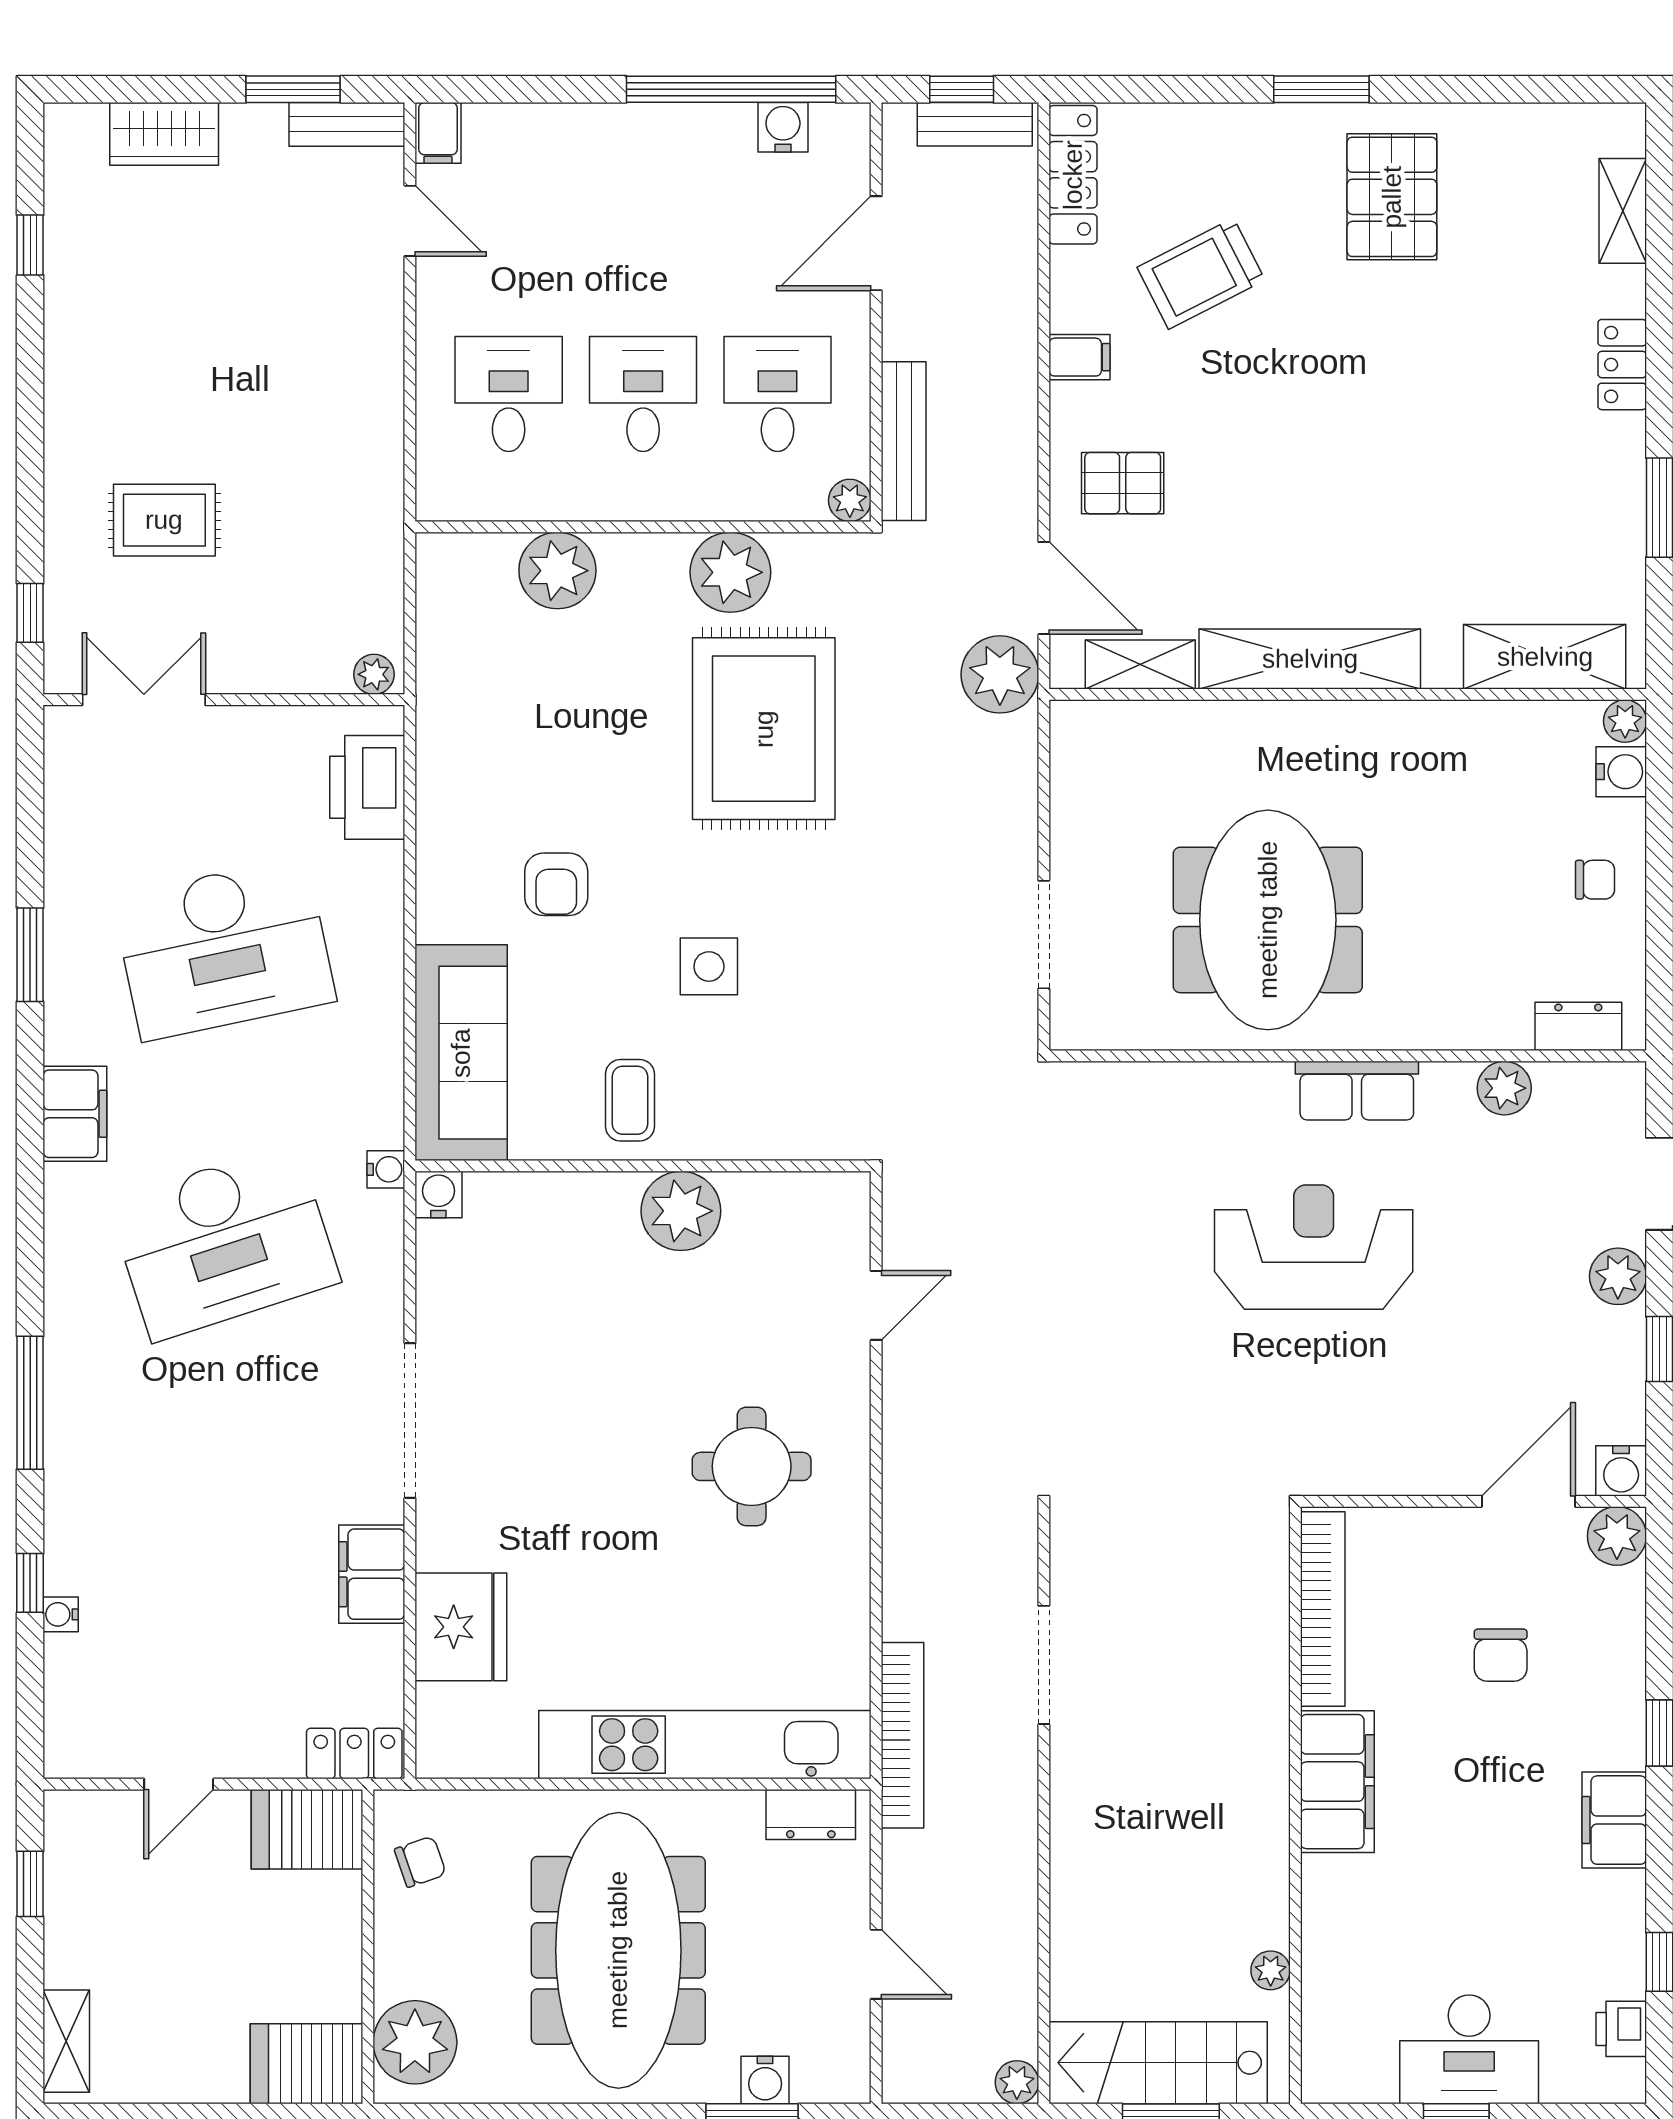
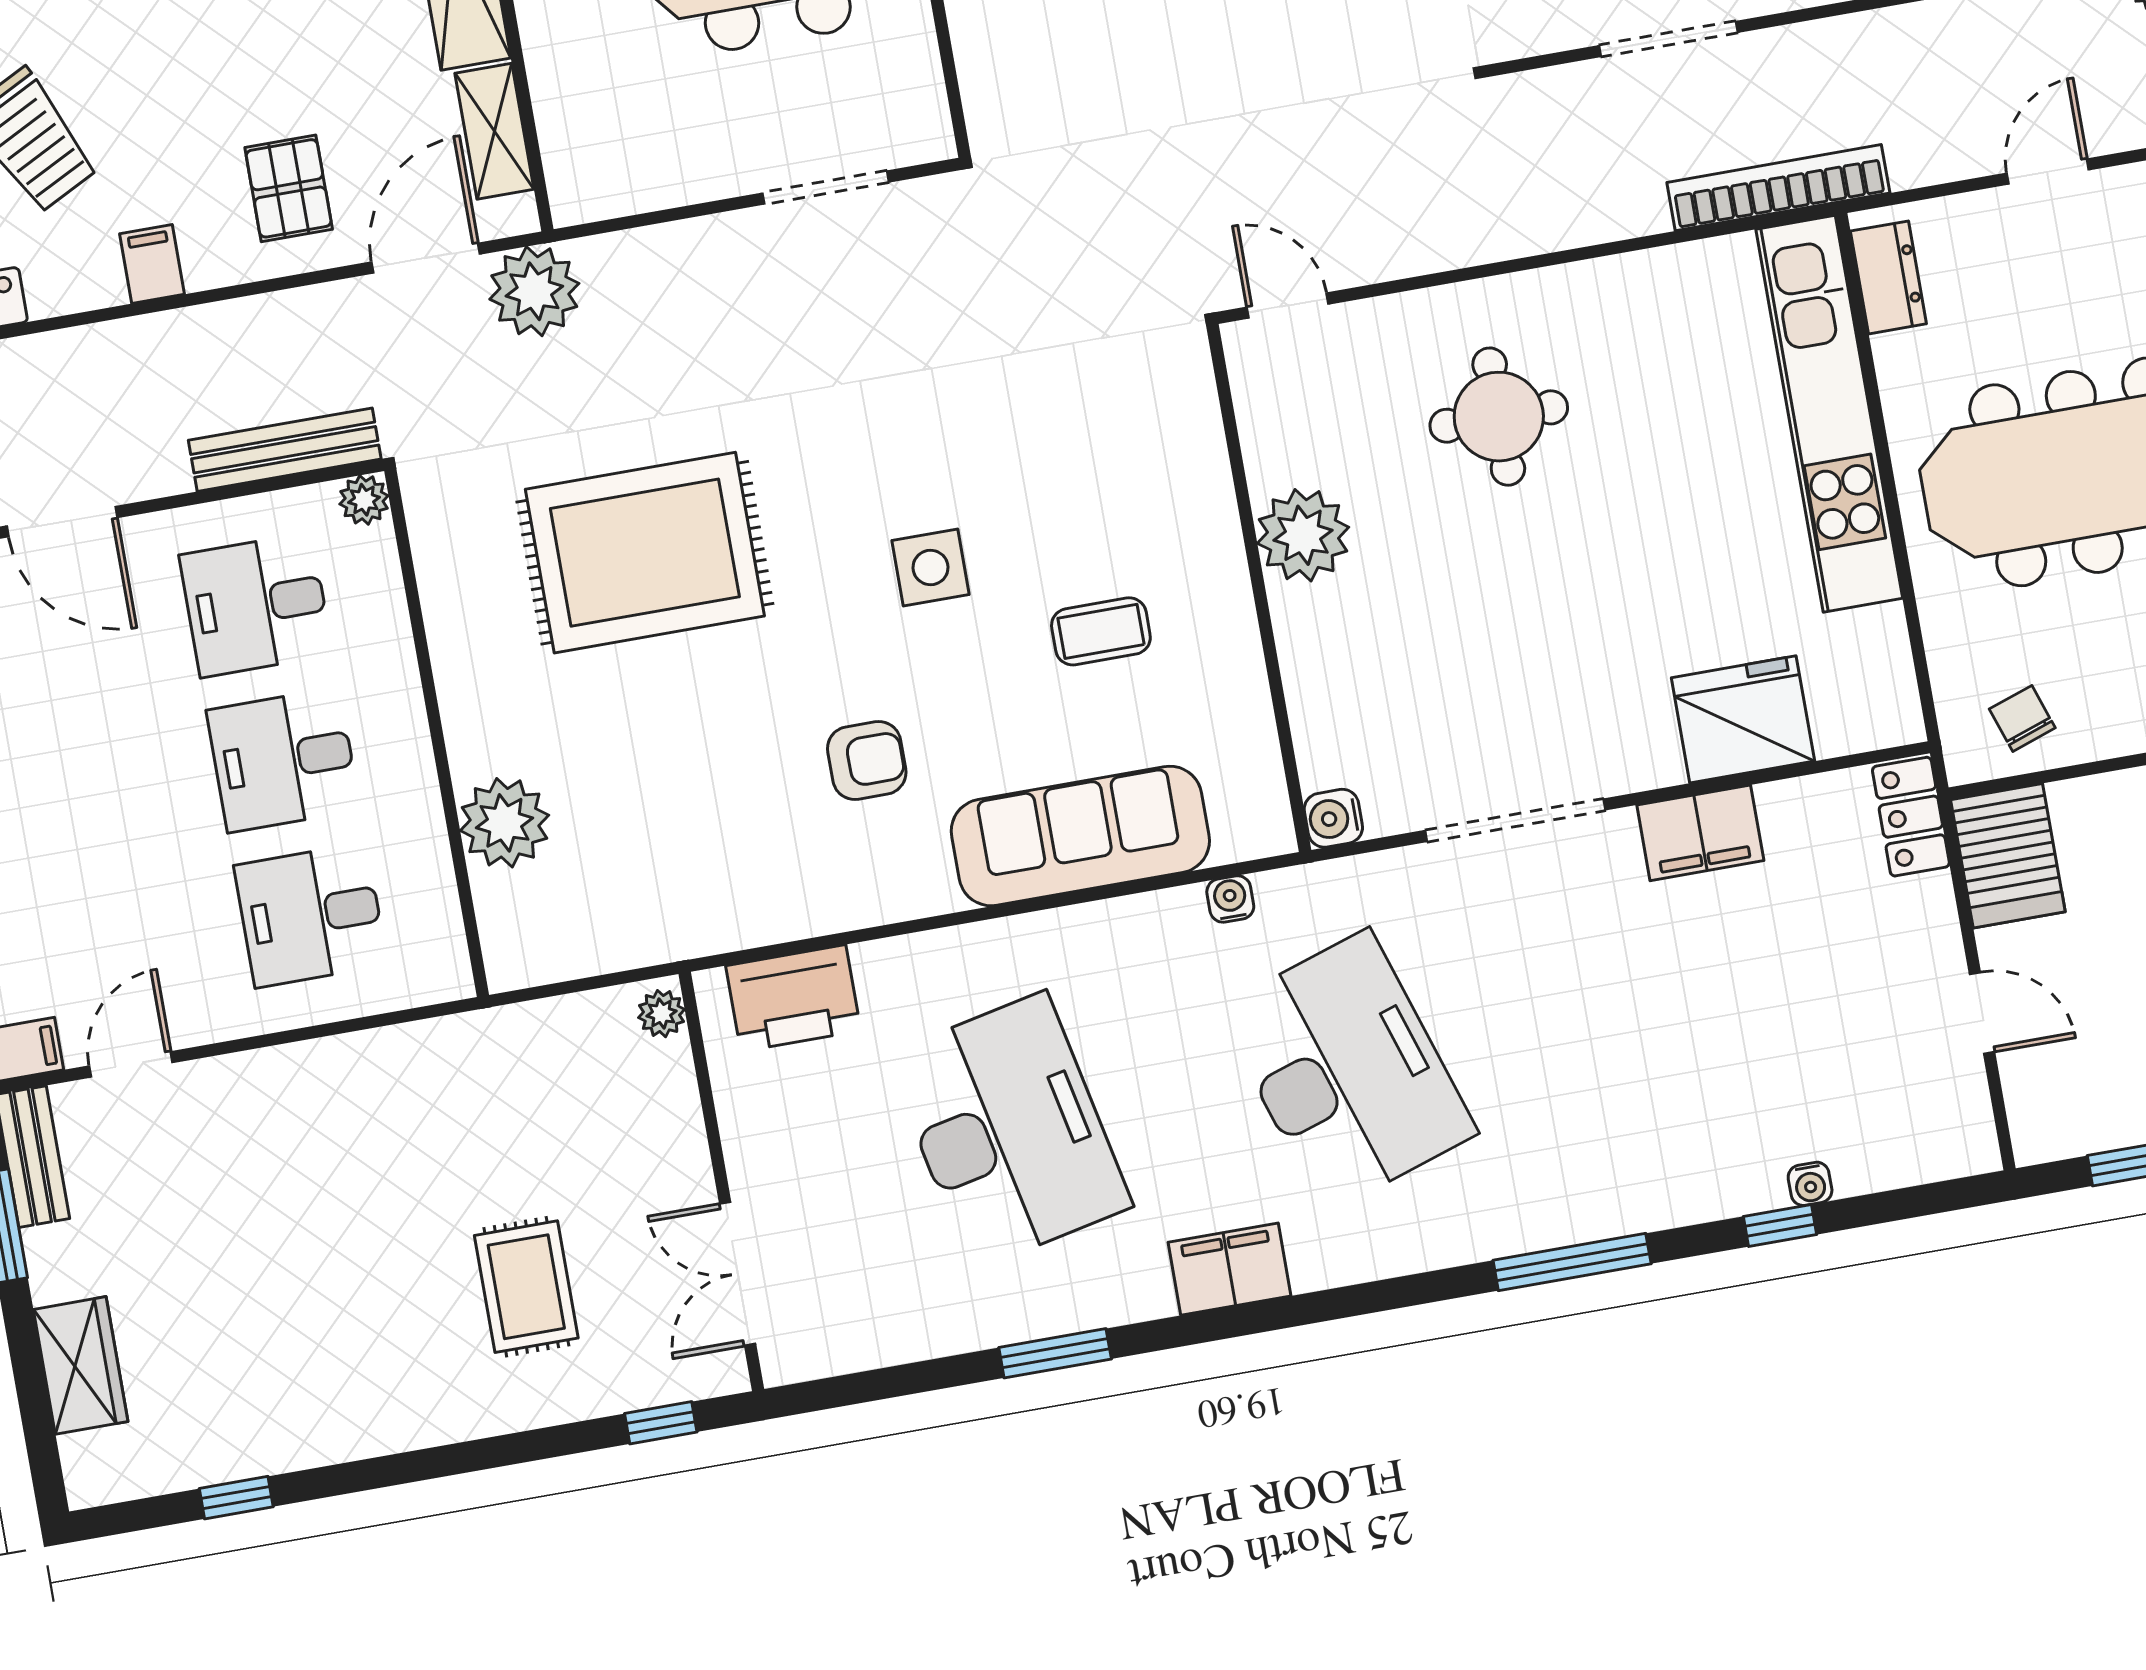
plant: (730, 572) -> (471, 623), removed
wall: (643, 1166) -> (1259, 588), moved
water cooler: (438, 1195) -> (1333, 818), moved
plant: (681, 1211) -> (1303, 535), moved

